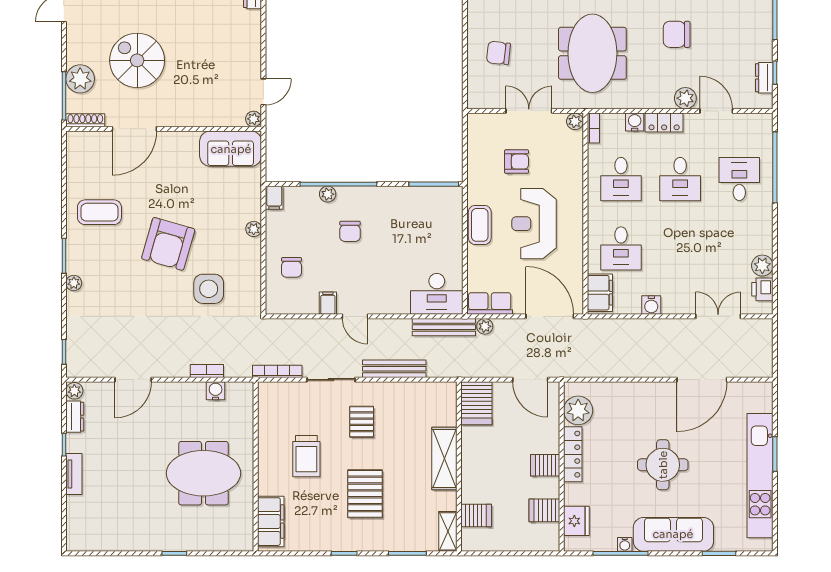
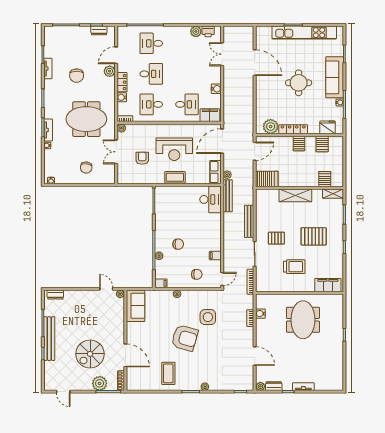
desk: (621, 179) -> (151, 104), turned 180
door: (355, 316) -> (222, 279), moved

